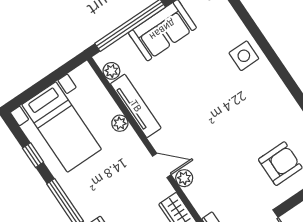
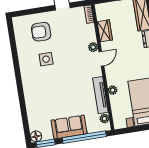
side table: (244, 56) -> (46, 59), moved
door: (162, 165) -> (101, 59), swing flipped

